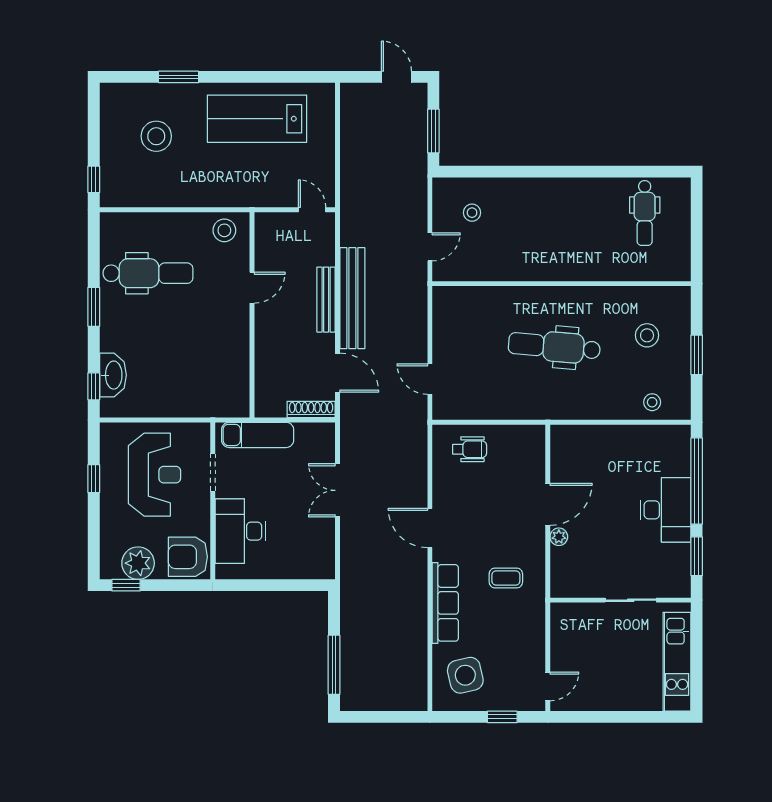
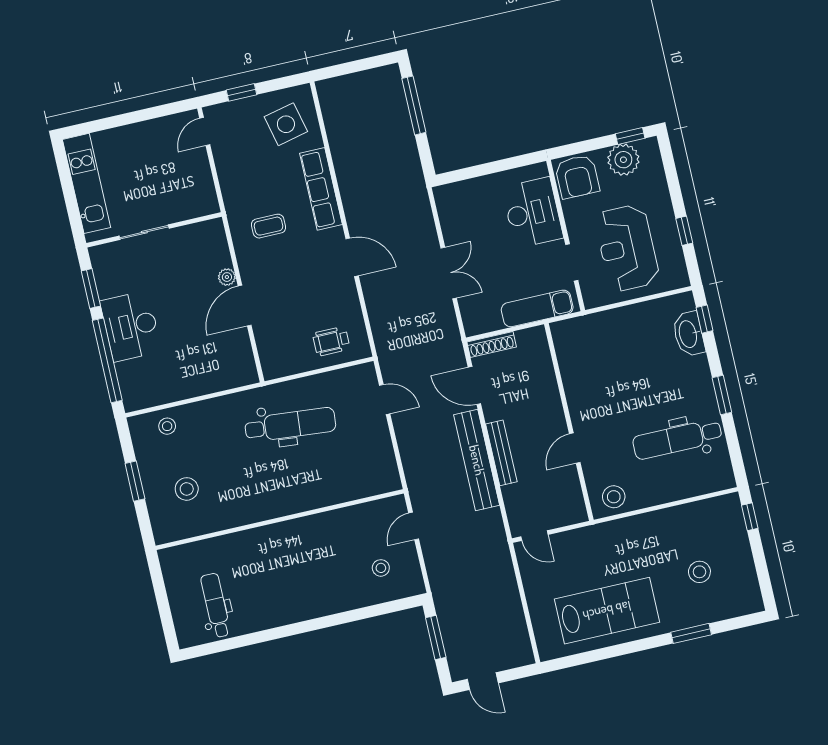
stool: (156, 136) -> (699, 572), width x0.73, depth x0.73
dental chair: (554, 347) -> (290, 425), moved
armchair: (188, 557) -> (577, 177), turned 90

